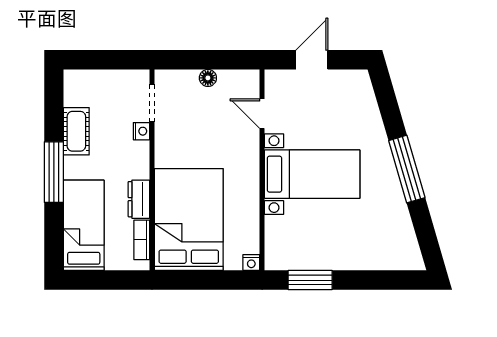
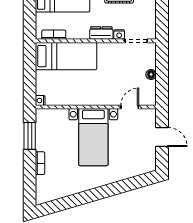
window: (407, 169) -> (96, 194), removed
dresser: (139, 199) -> (101, 33), moved
bed: (189, 220) -> (66, 56), width x0.67
bookcase: (355, 263) -> (40, 163), added

